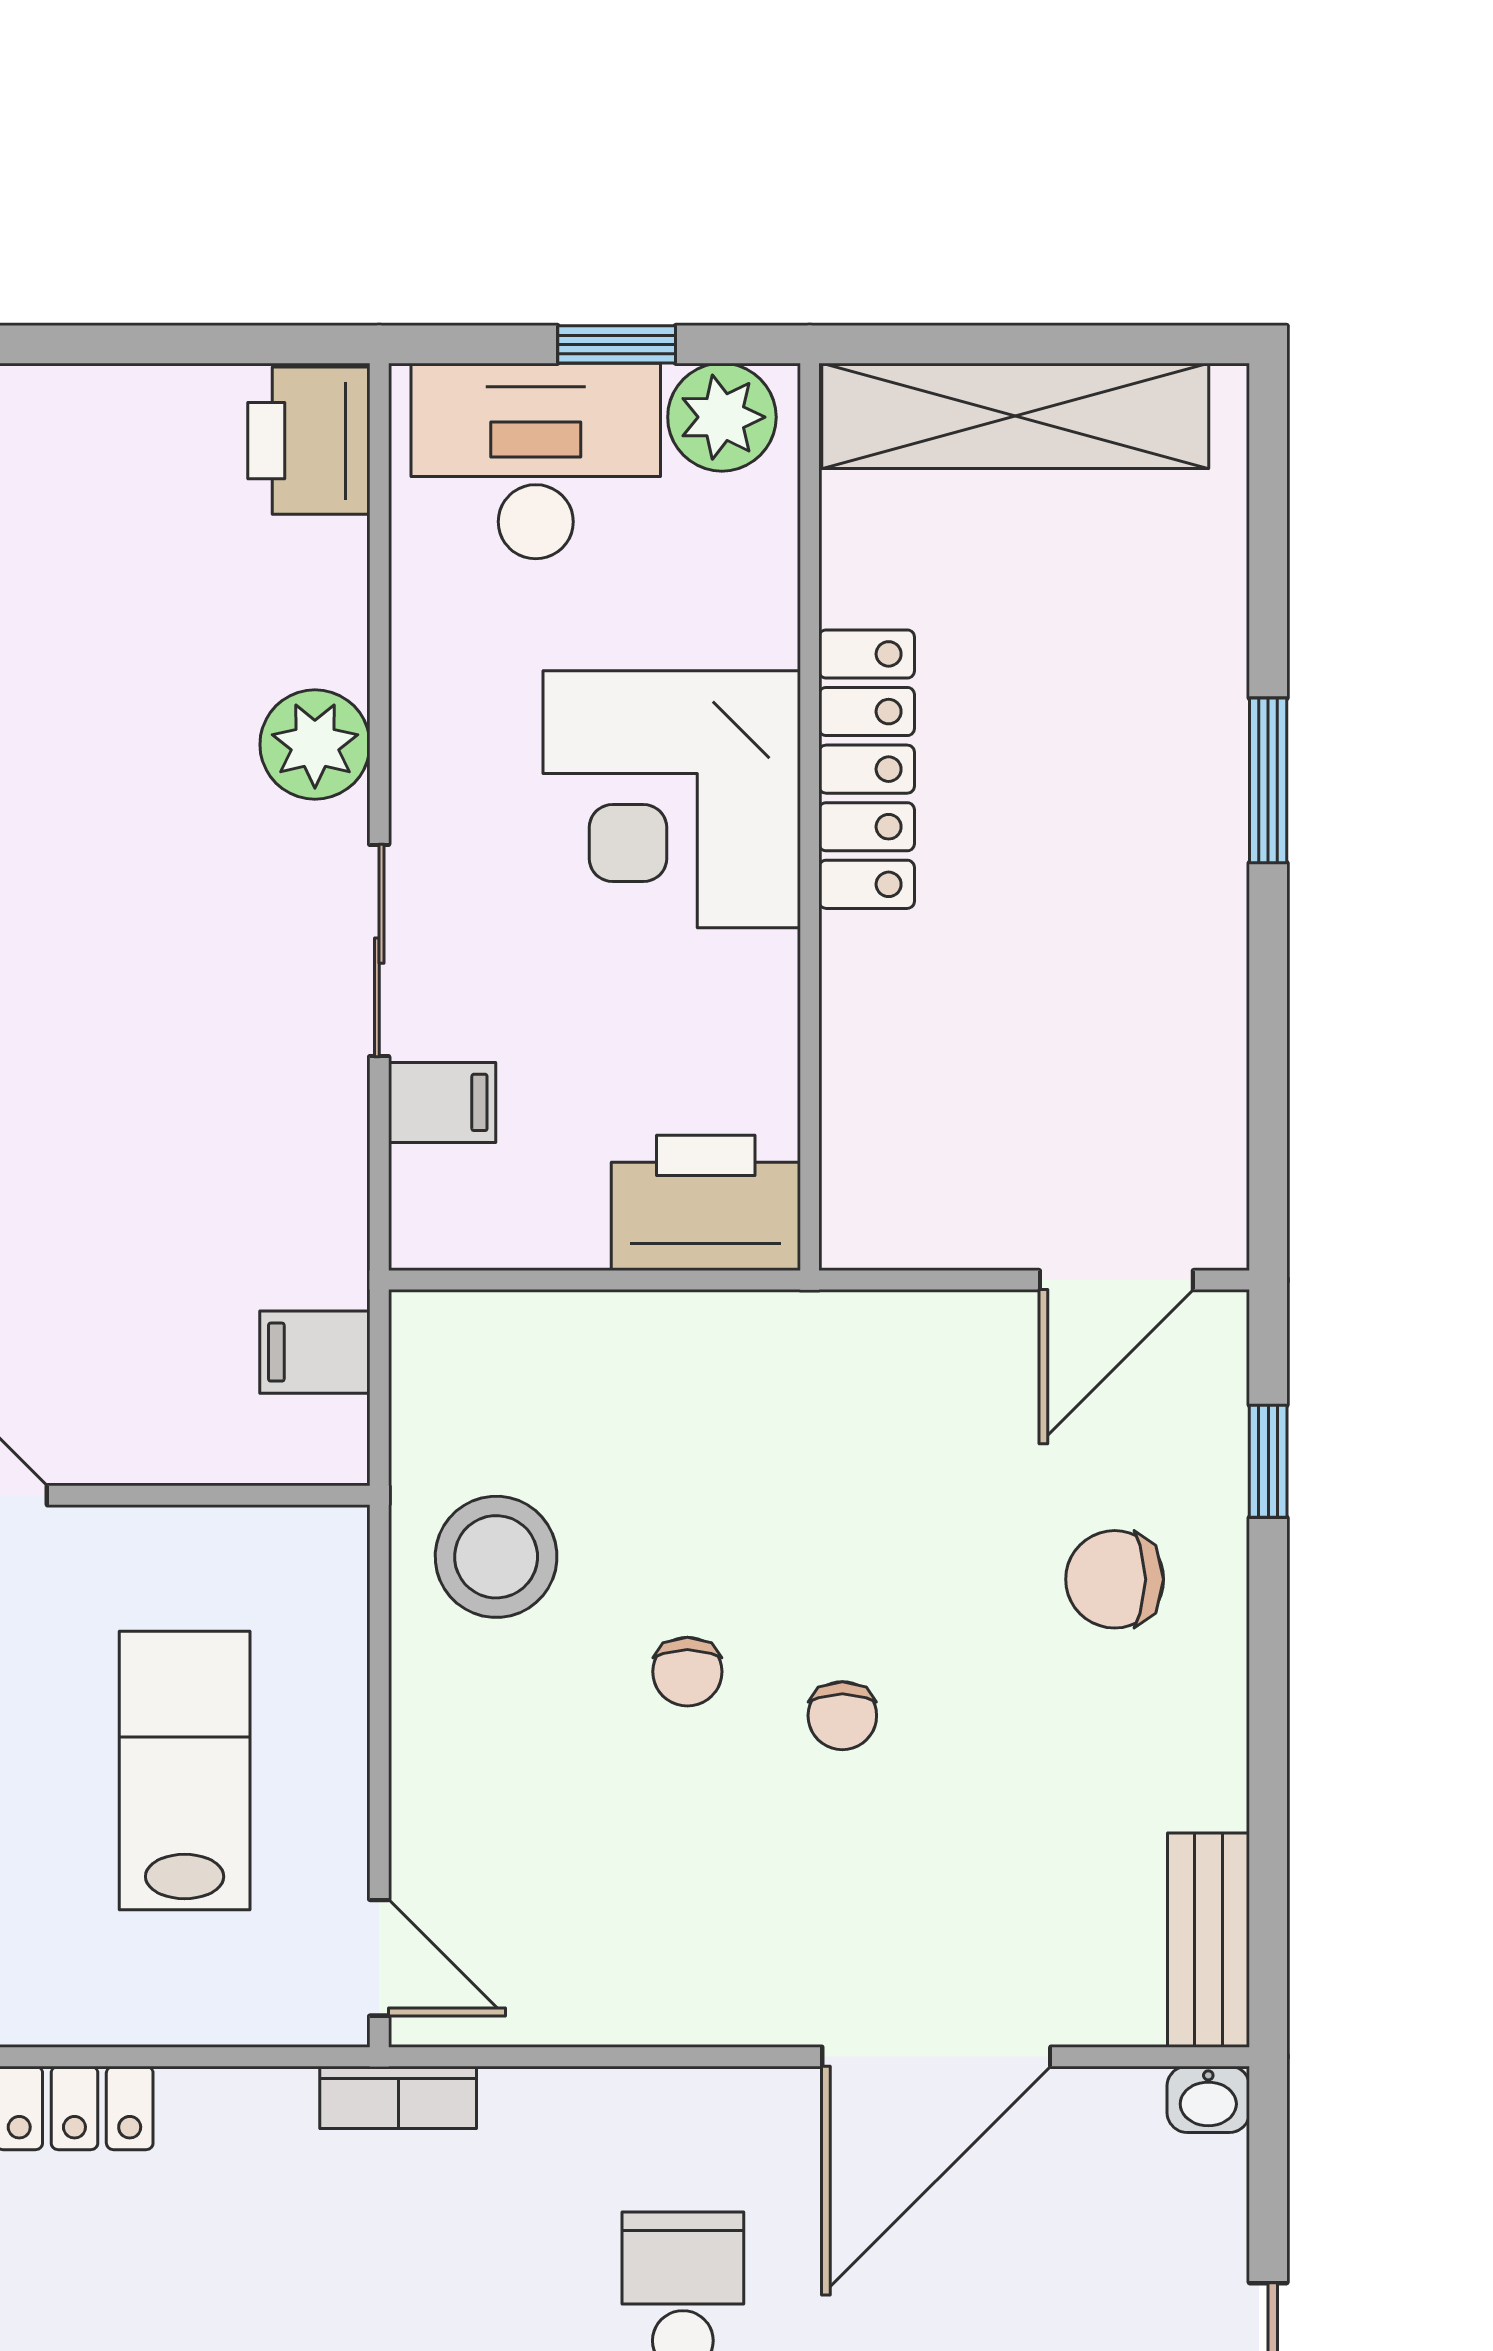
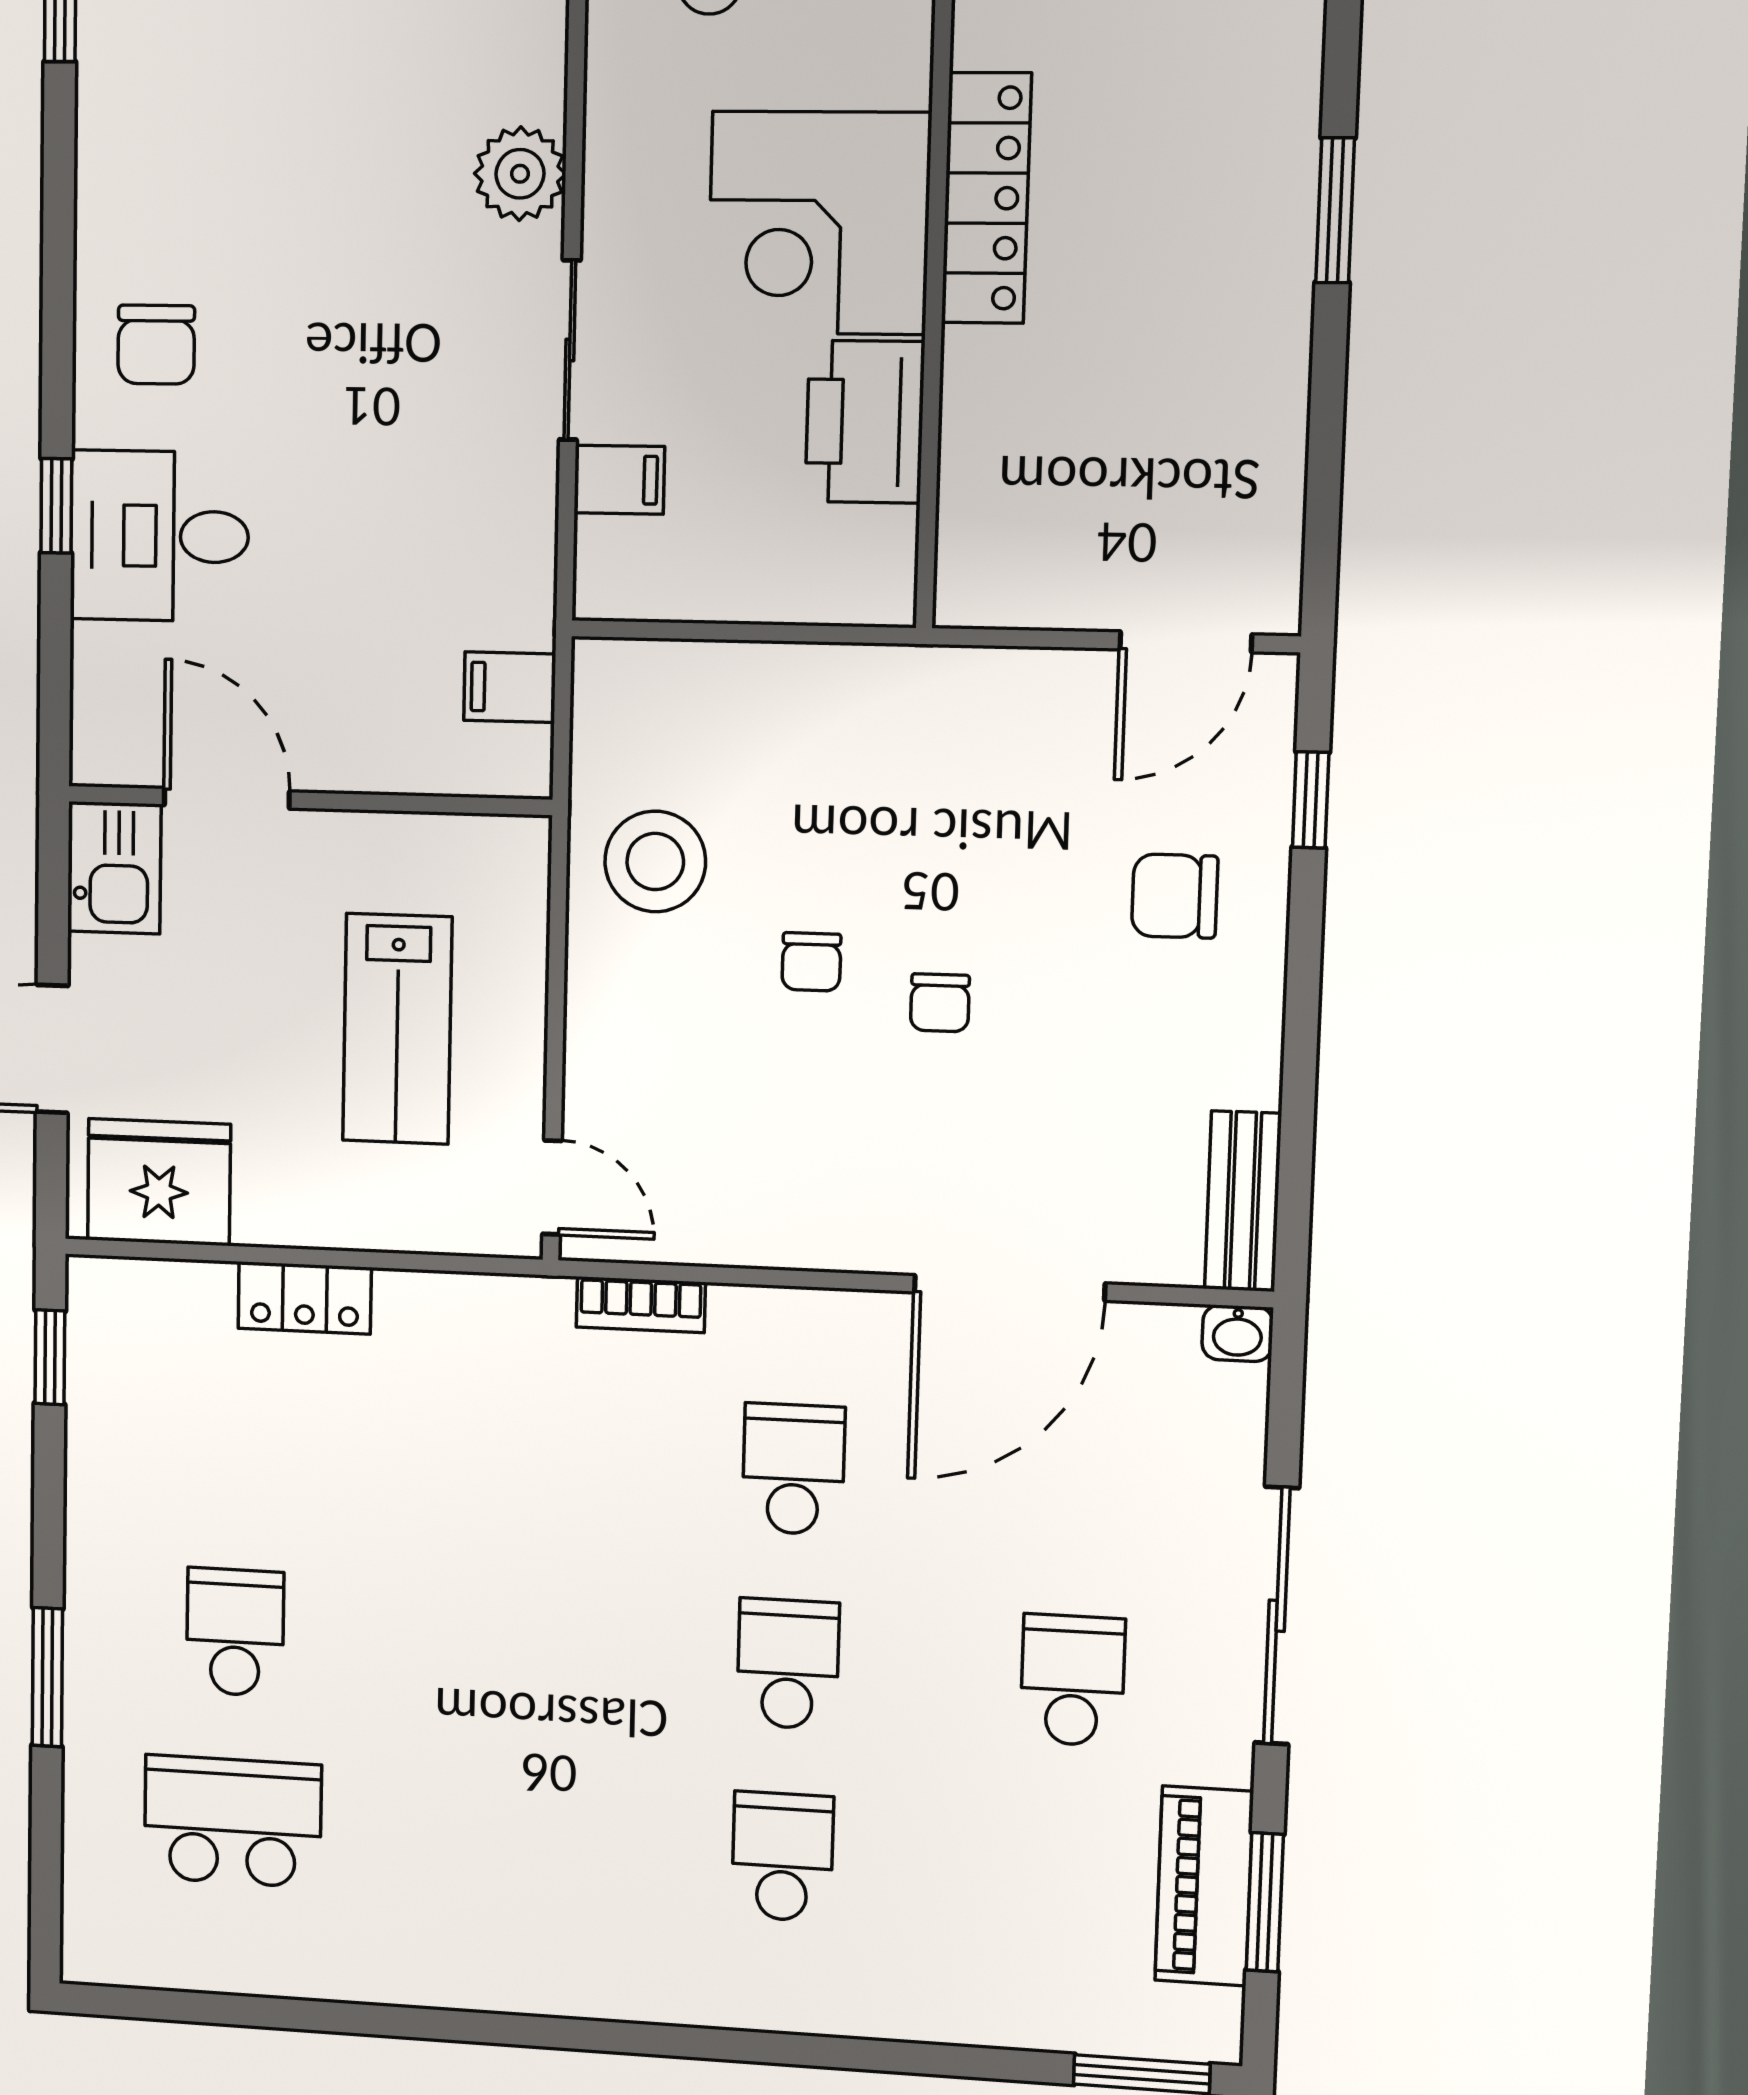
printer: (706, 1203) -> (865, 422), moved, turned -90
lab bench: (185, 1771) -> (397, 1029), turned 180
bookcase: (398, 2097) -> (641, 1305), moved

